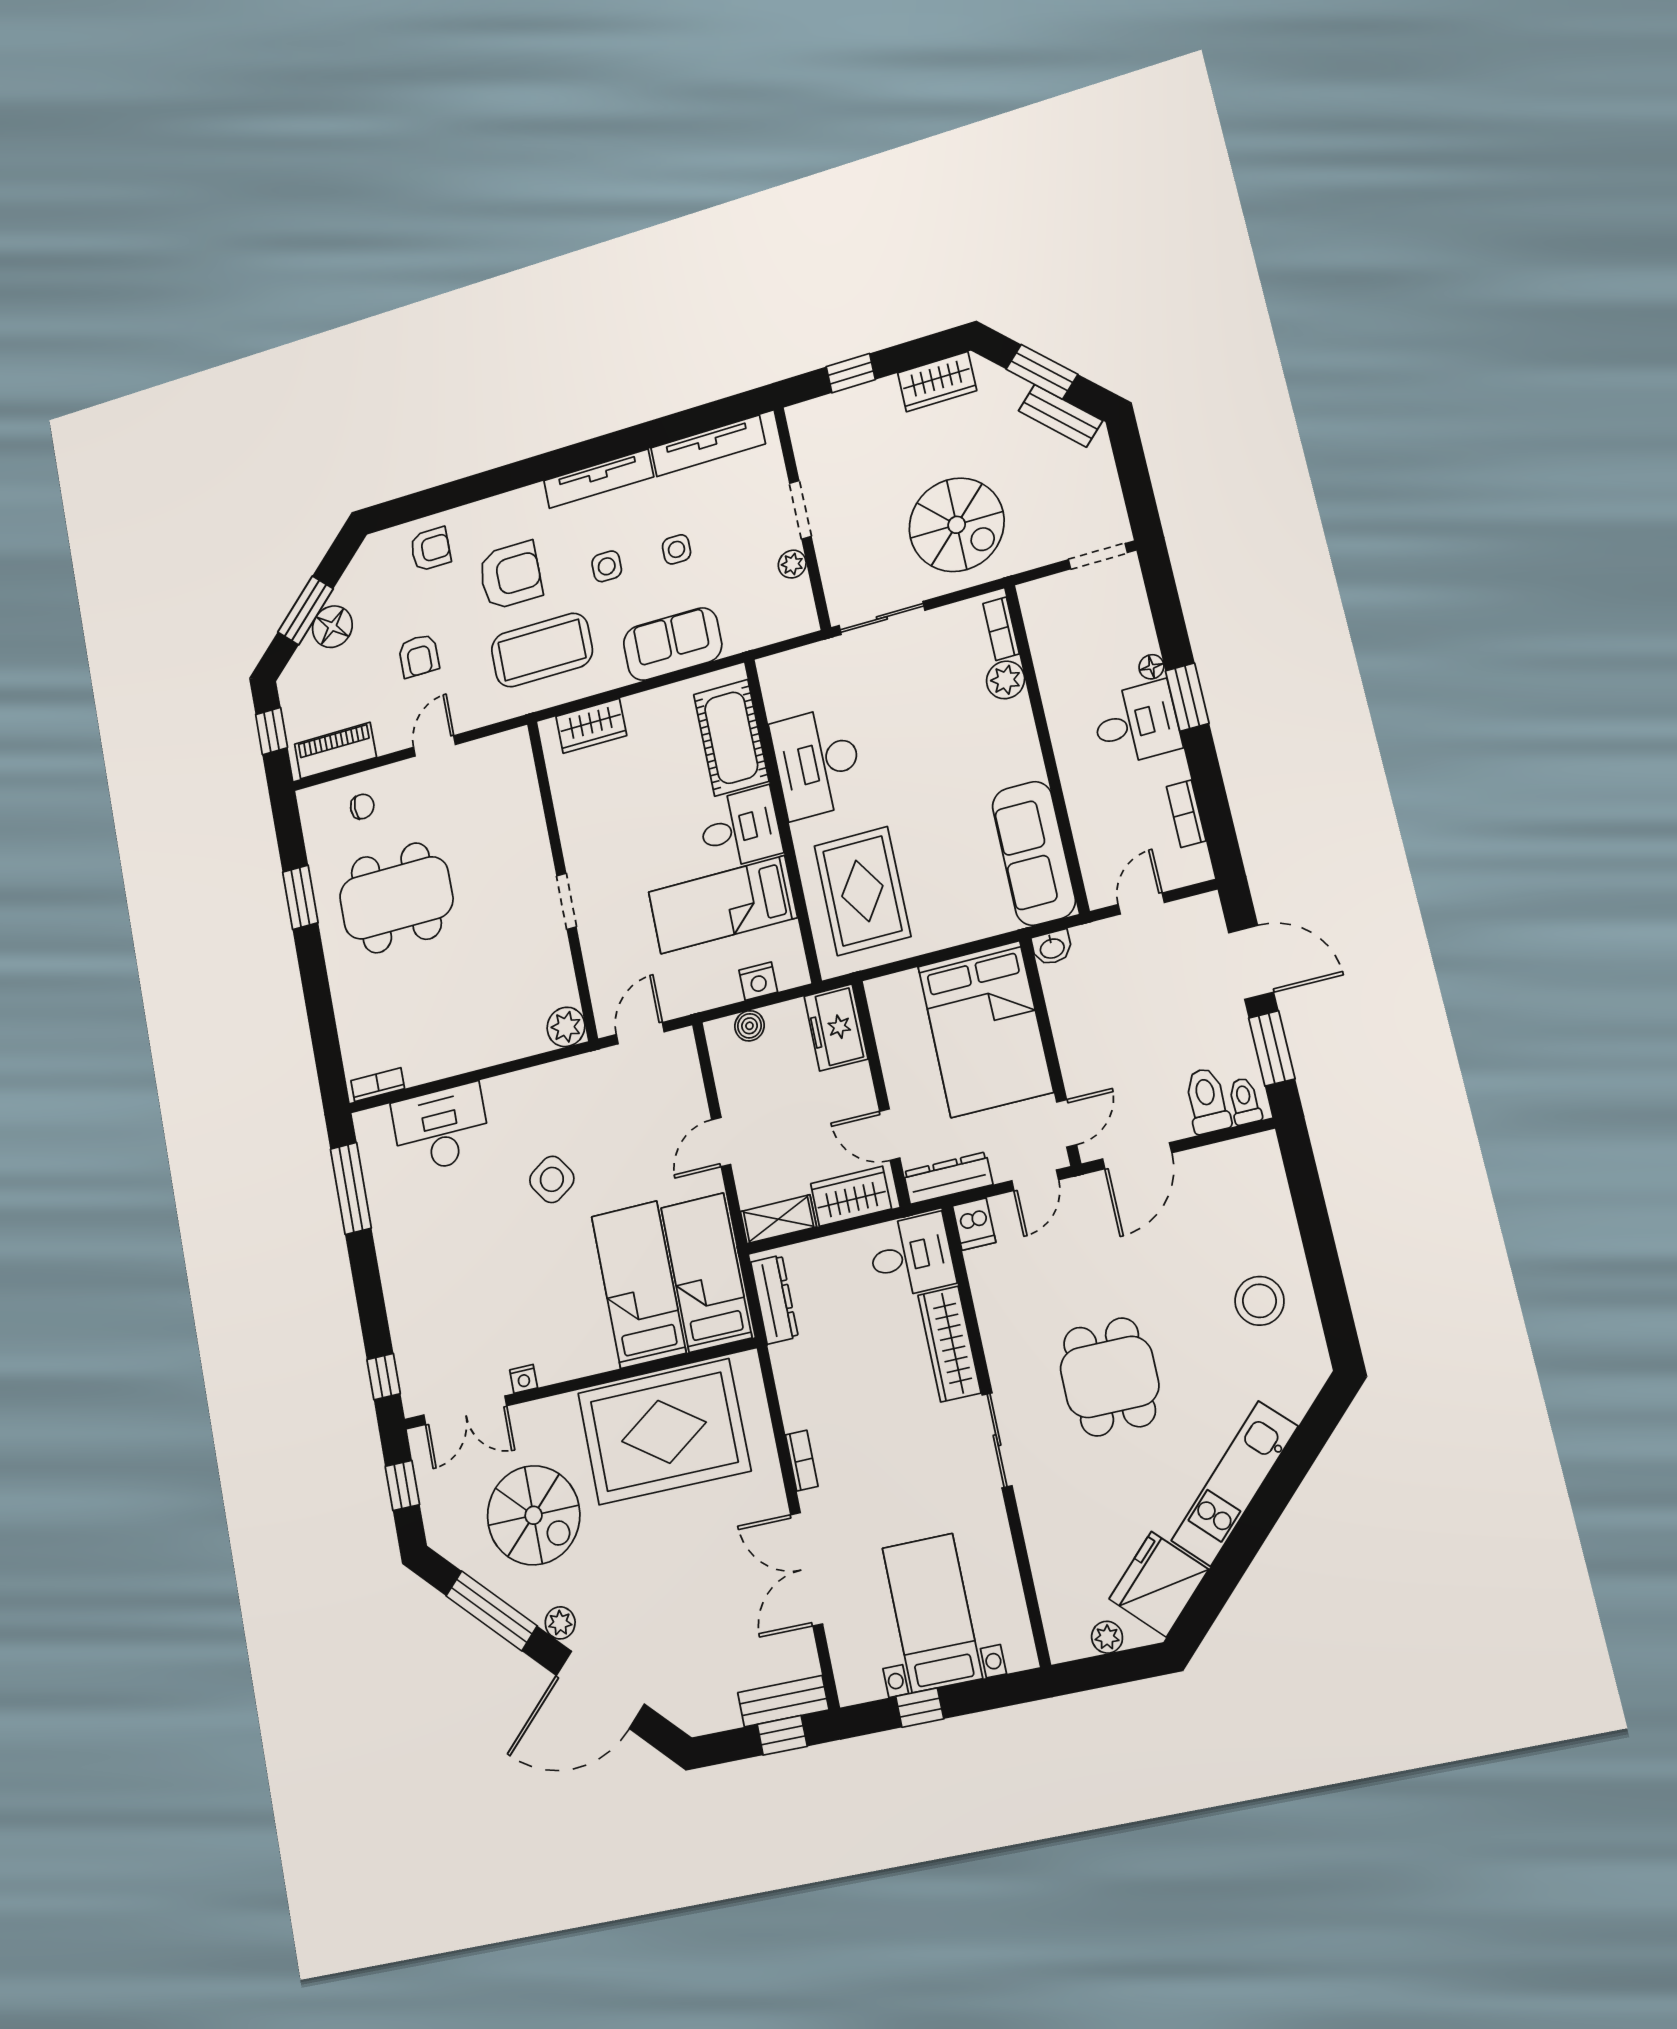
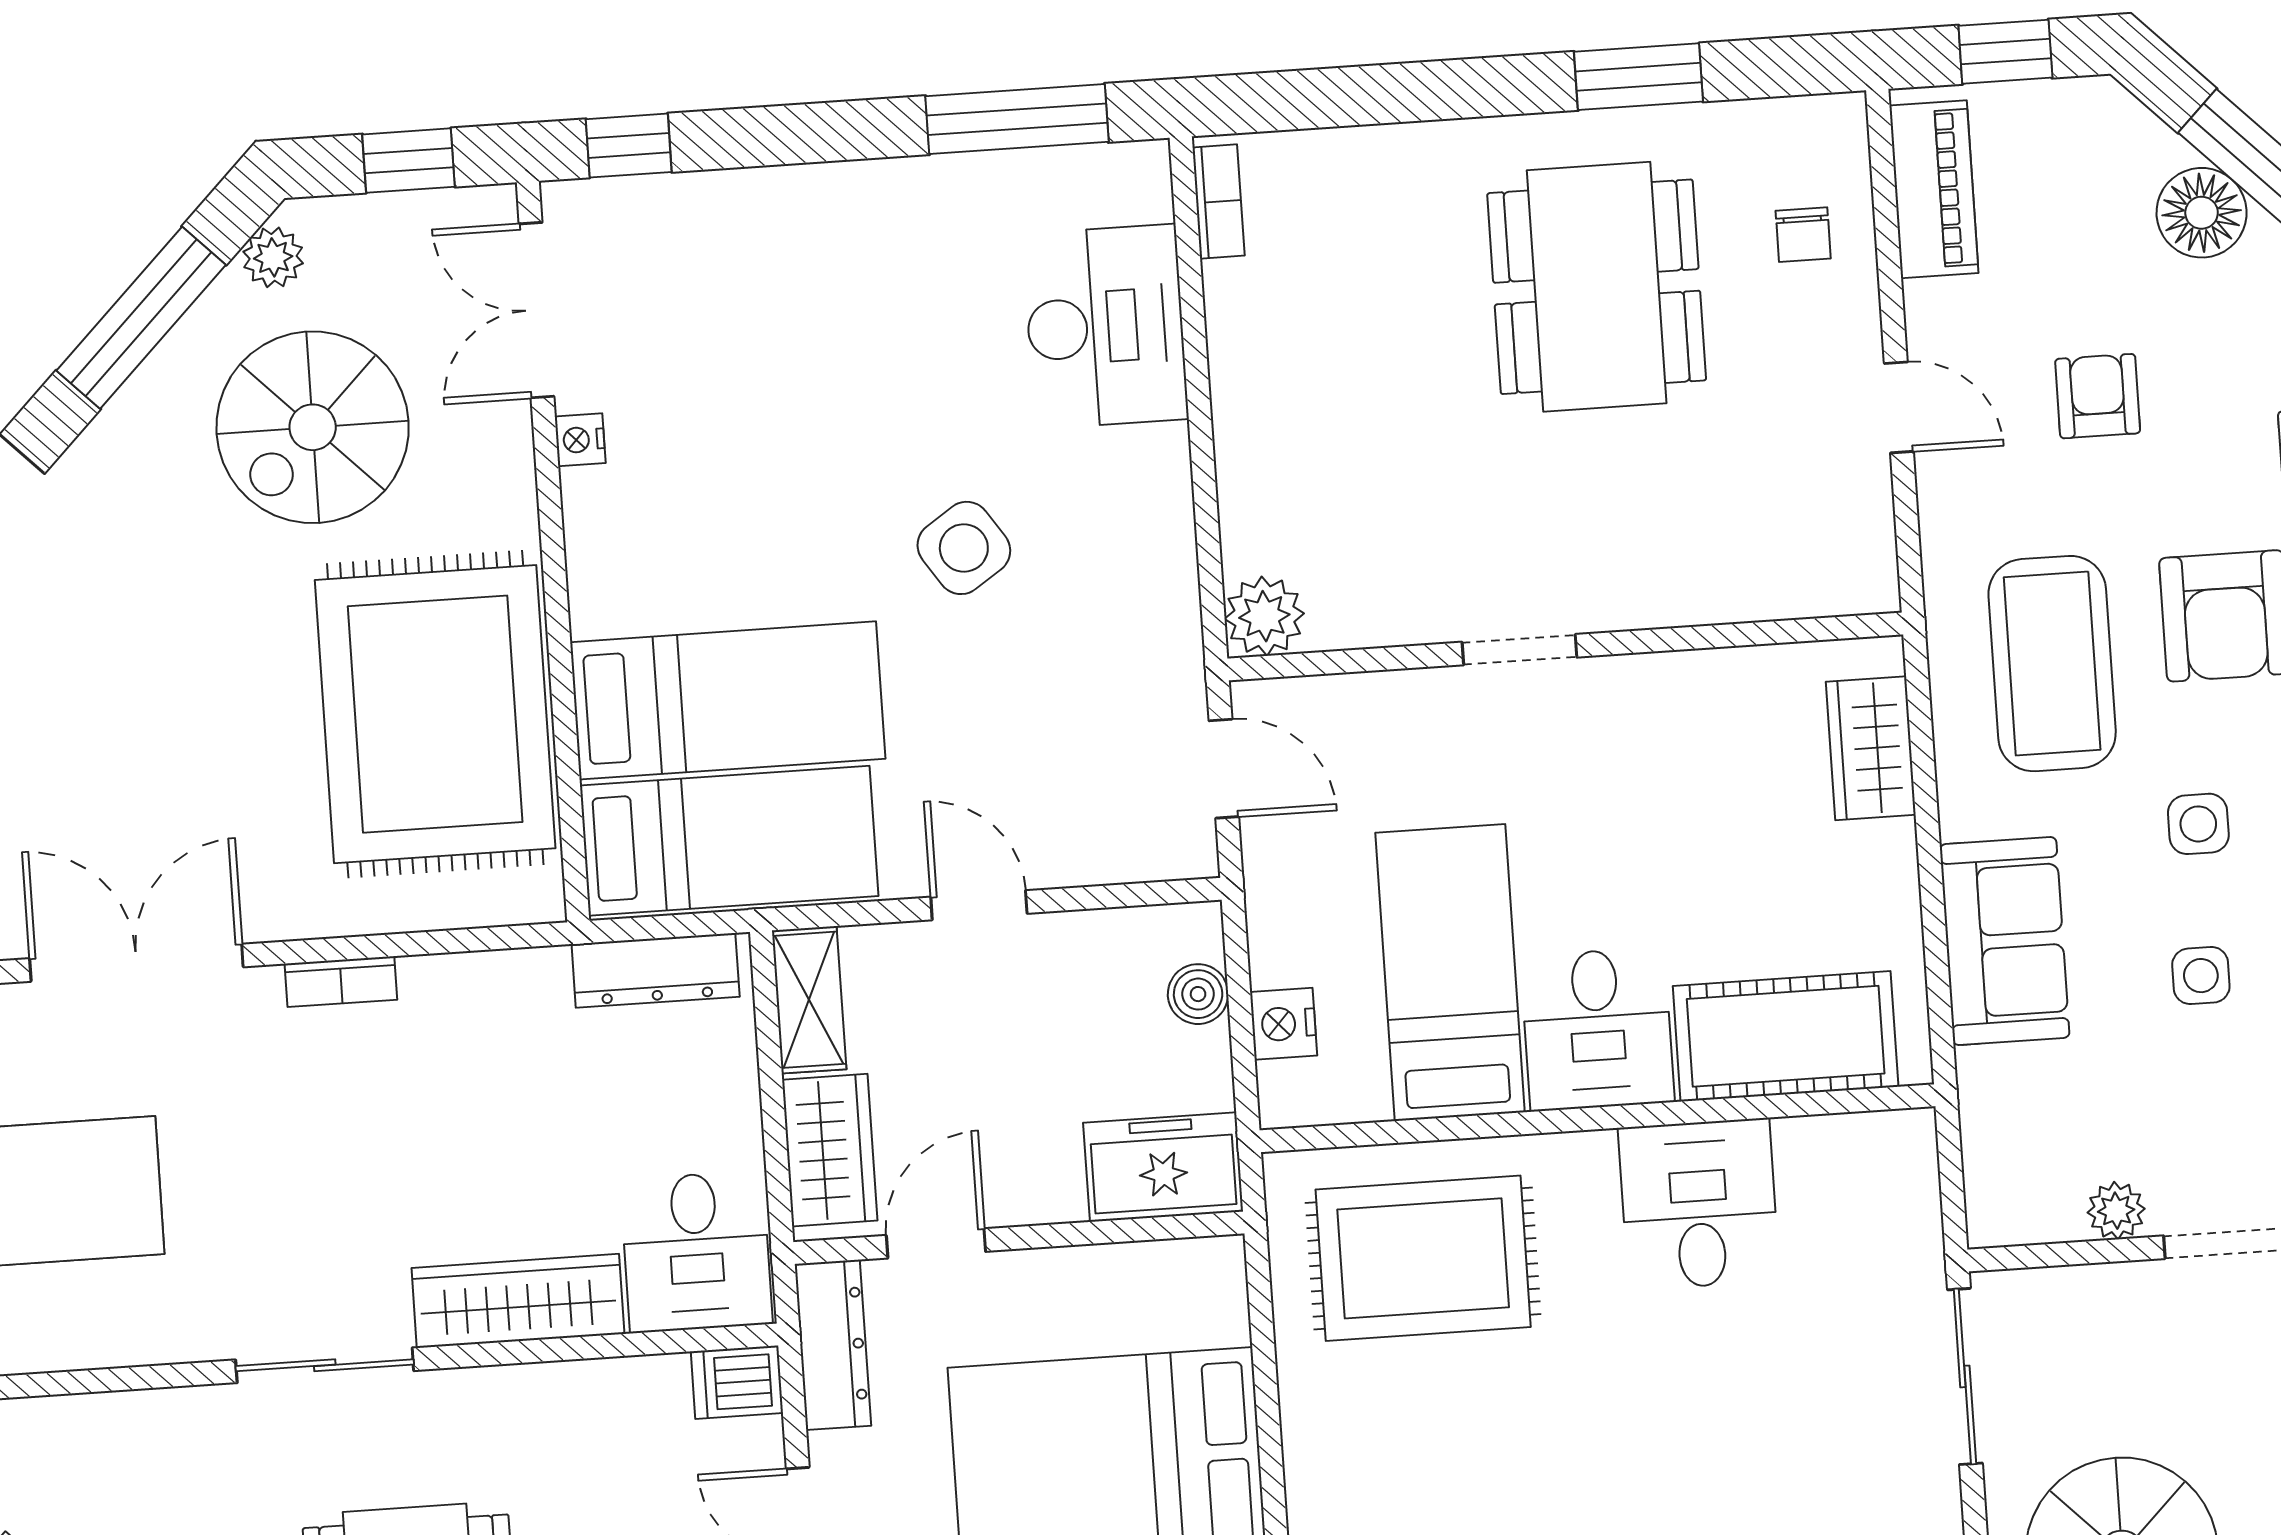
armchair: (419, 656) -> (2098, 396), turned 90
desk: (817, 763) -> (1699, 1204), width x0.73
plant: (560, 1623) -> (273, 257), moved

